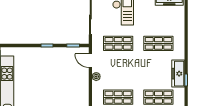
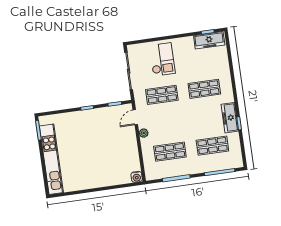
door: (90, 61) -> (135, 117), hinge flipped

